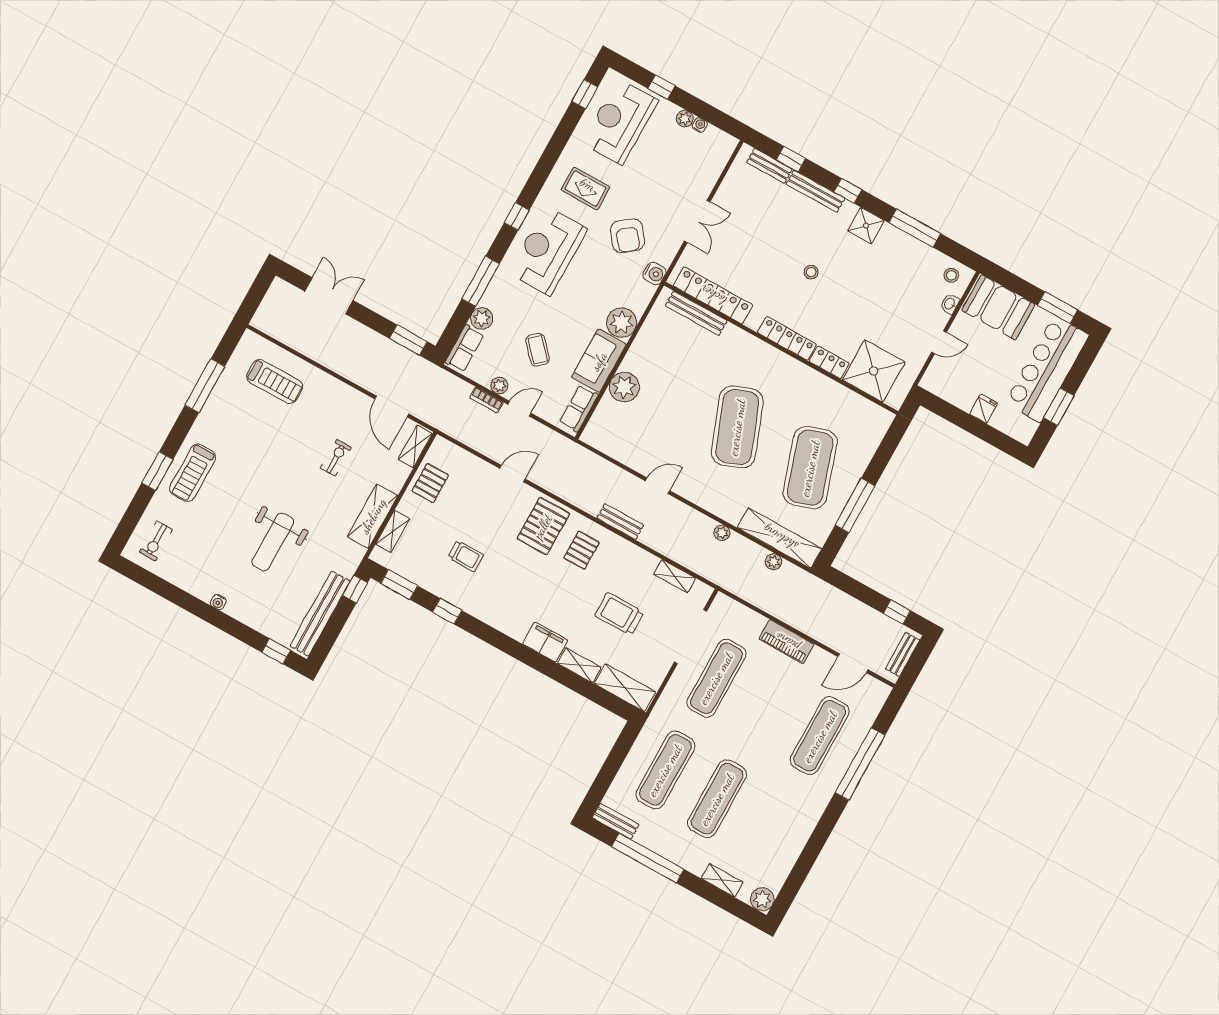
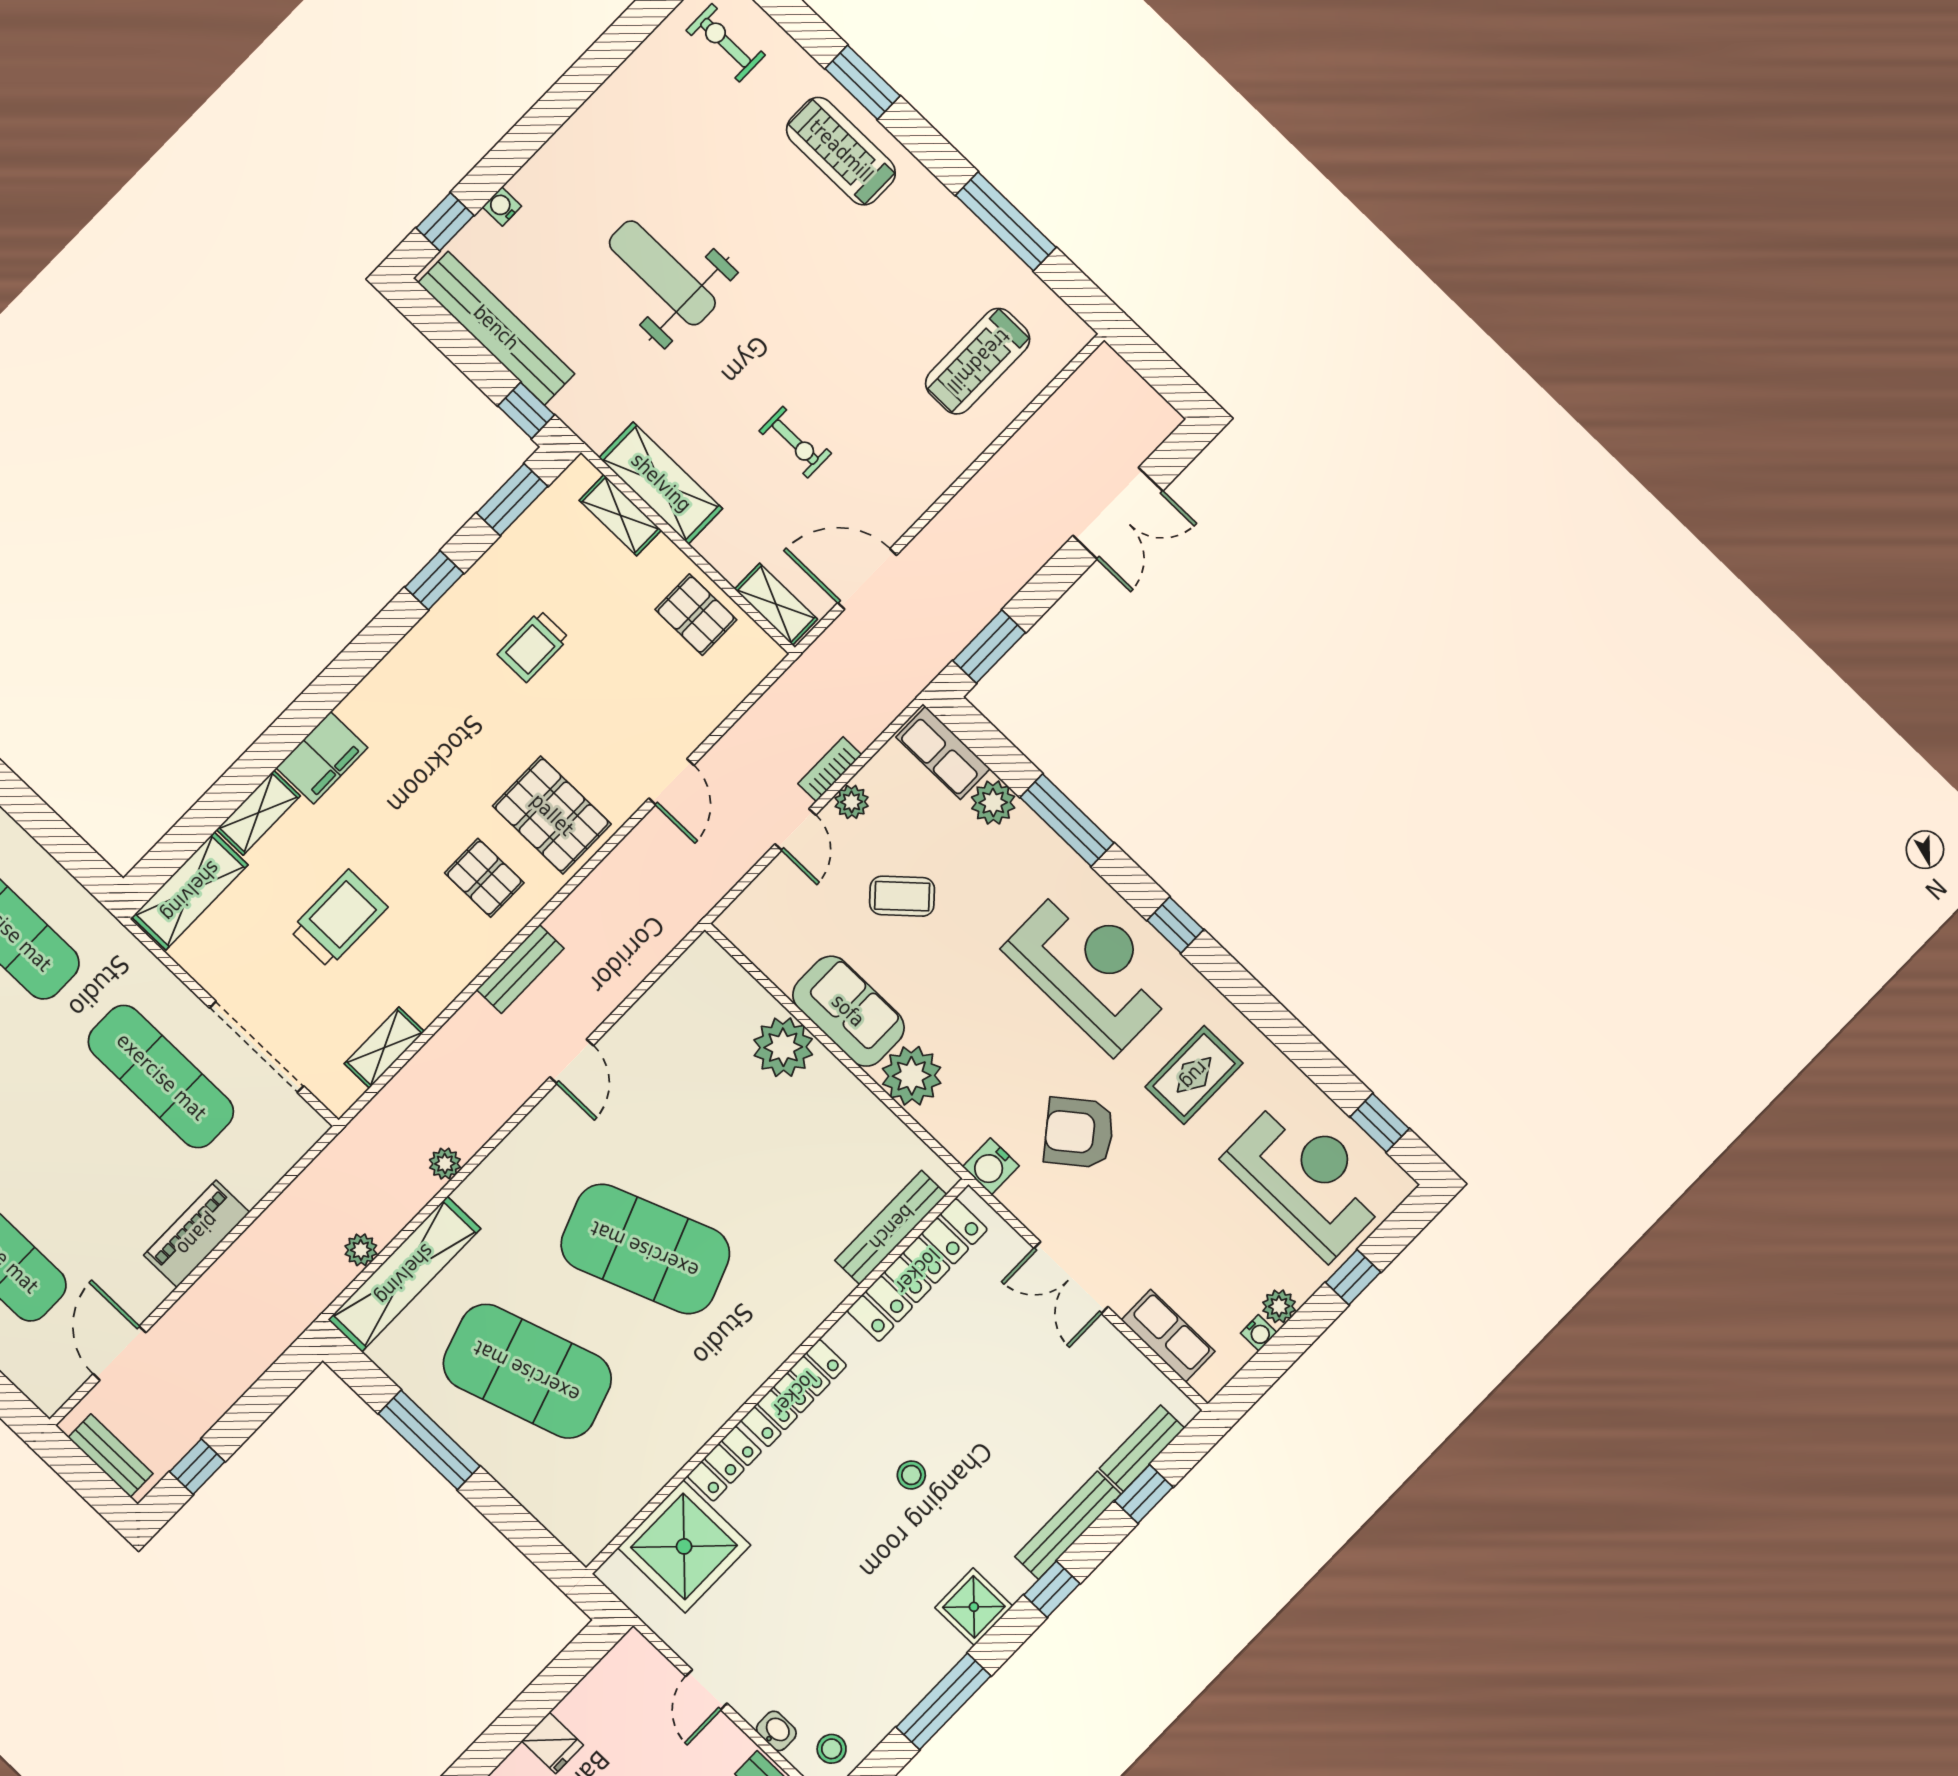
row of seats: (579, 408) -> (1168, 1336), moved
water cooler: (218, 602) -> (502, 206), moved

